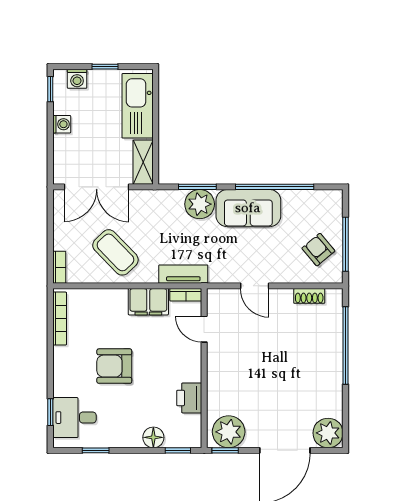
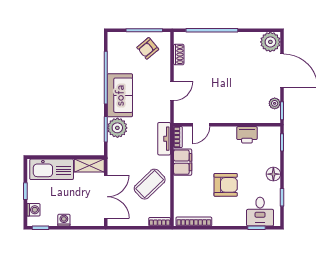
armchair: (114, 366) -> (226, 185), turned -90
plant: (229, 432) -> (275, 103), width x0.53, depth x0.53
floor lamp: (153, 437) -> (273, 174), moved

